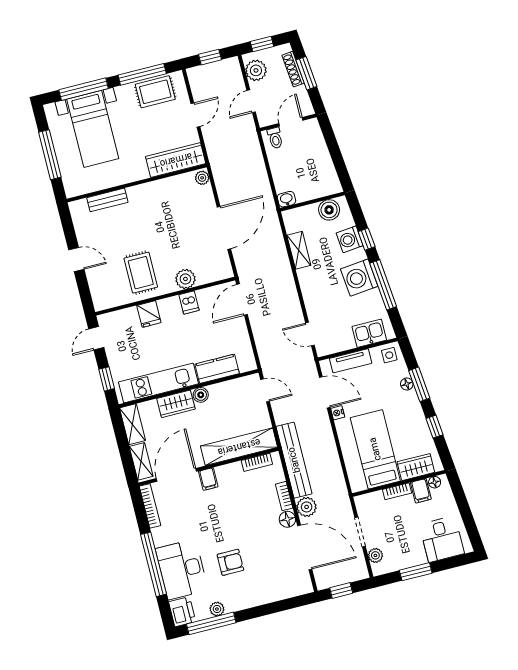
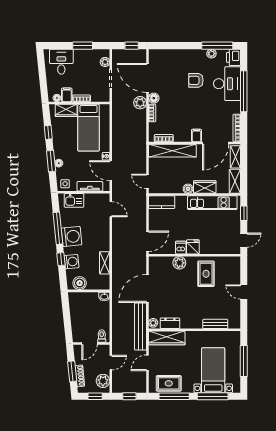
dresser: (176, 184) -> (170, 323), added
fridge: (149, 314) -> (193, 247), moved
kitchen counter: (217, 369) -> (162, 202), moved
bench: (294, 460) -> (140, 326), moved

